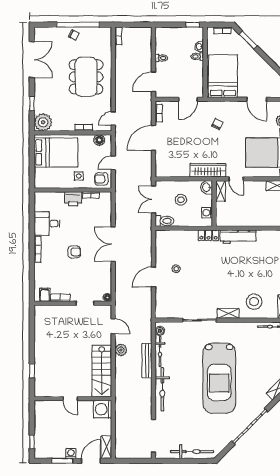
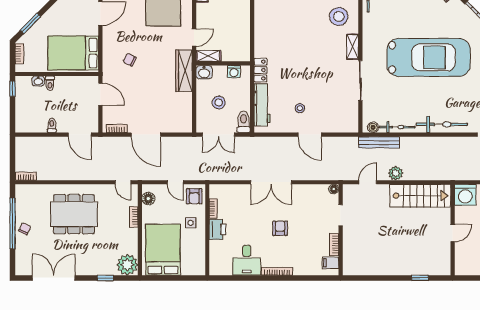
workbench: (238, 237) -> (262, 105), moved
bench: (147, 361) -> (379, 142), moved

